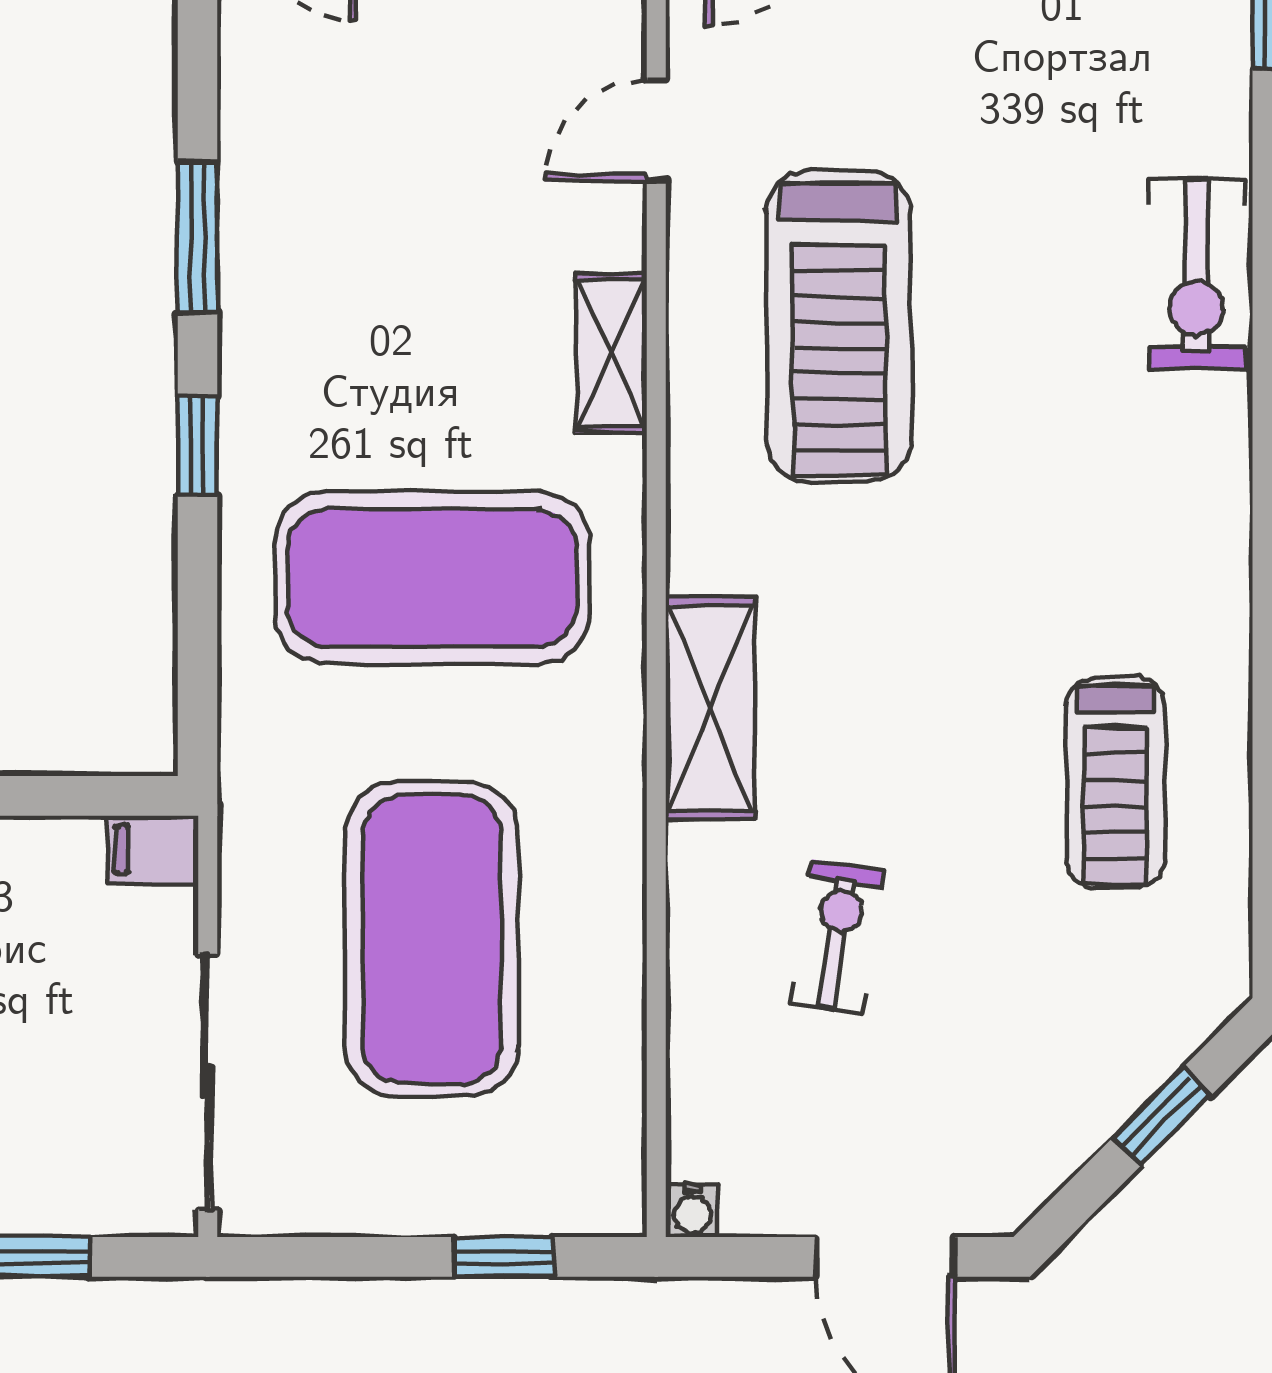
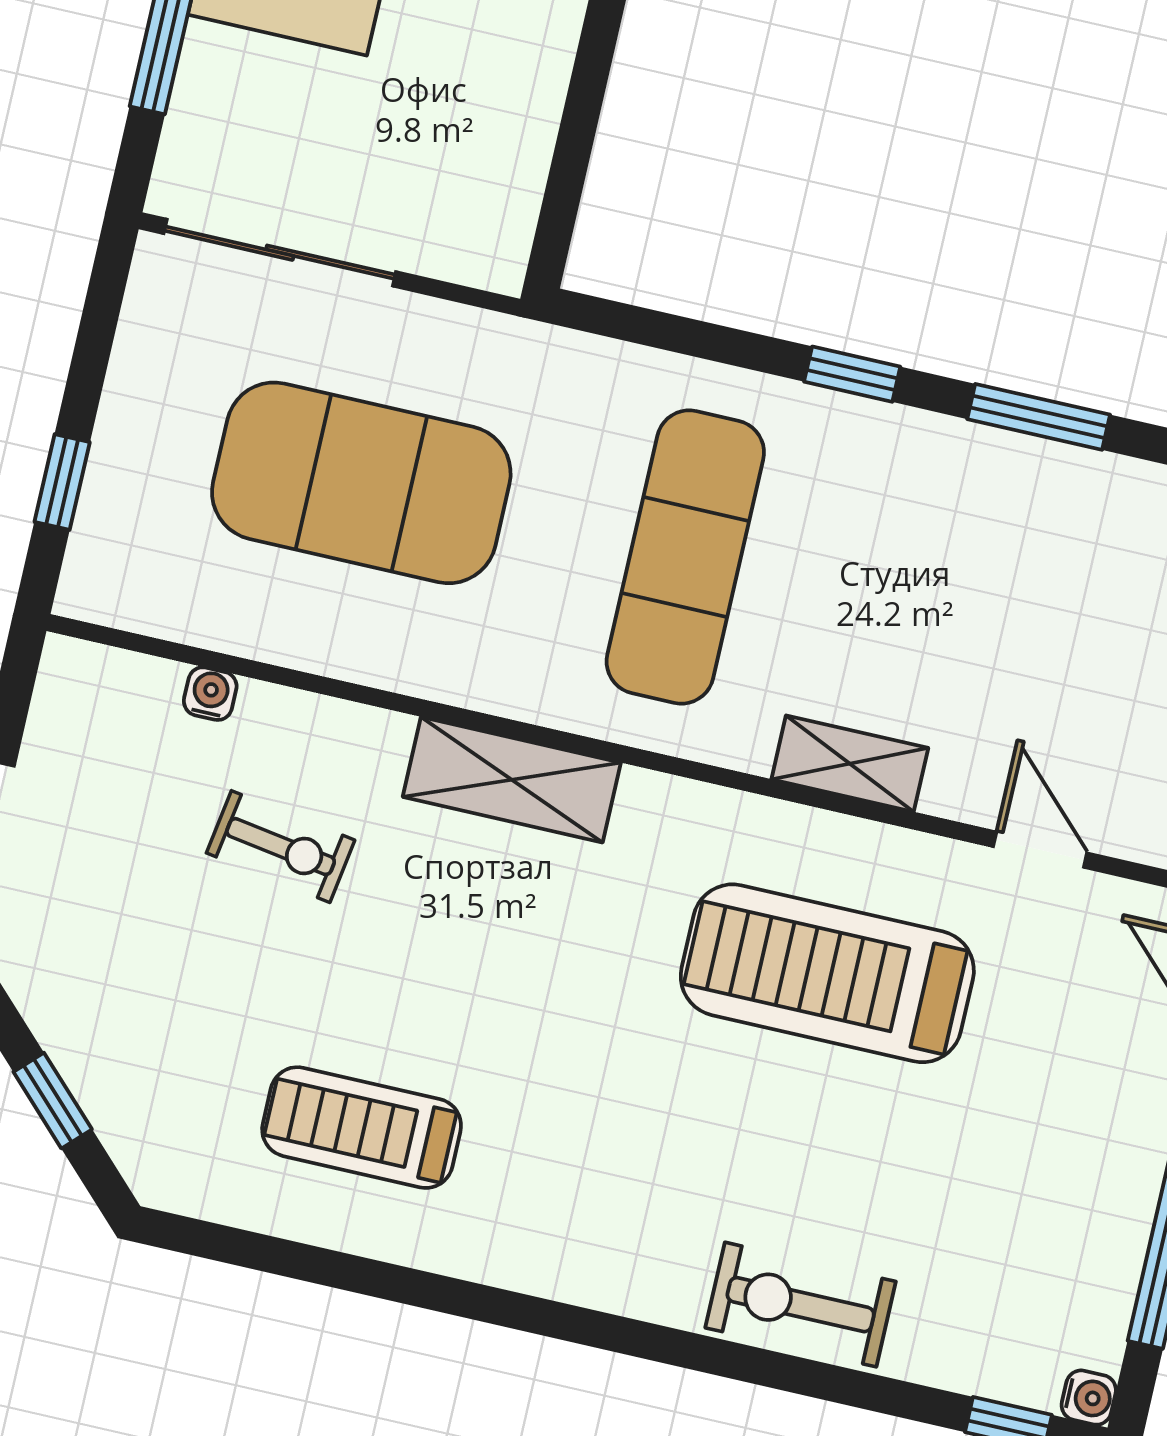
exercise mat: (432, 578) -> (685, 557), width x0.68
filing cabinet: (153, 849) -> (499, 251), removed
water cooler: (692, 1211) -> (210, 694), moved, turned 90

